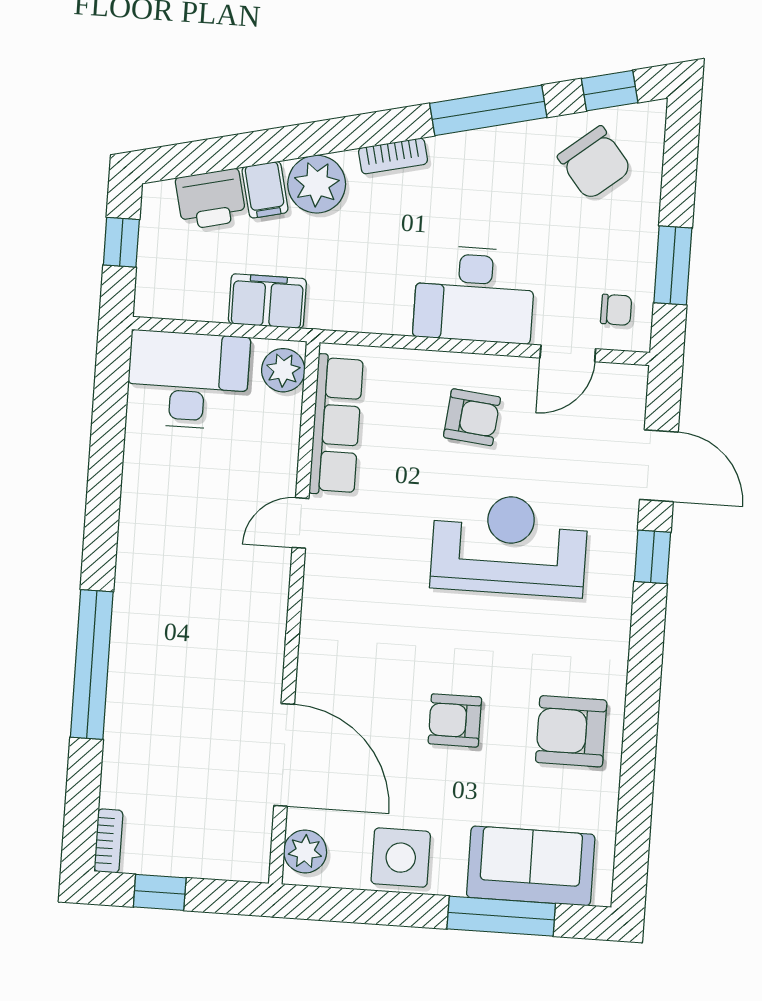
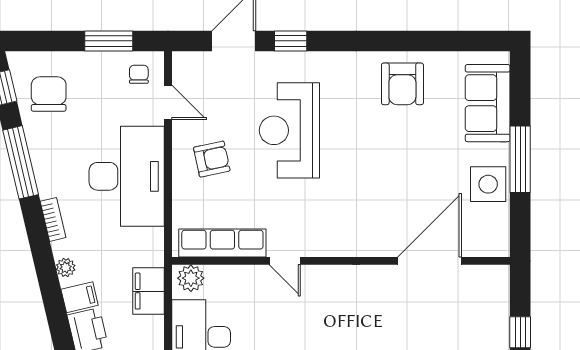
chair: (595, 163) -> (49, 94), turned -51
plant: (317, 184) -> (66, 267), width x0.53, depth x0.53
desk: (474, 294) -> (127, 176), width x1.36, depth x1.30
armchair: (472, 417) -> (212, 159), turned 72
armchair: (455, 720) -> (401, 157), removed
plant: (305, 851) -> (489, 244), removed
window: (501, 916) -> (520, 159), moved

